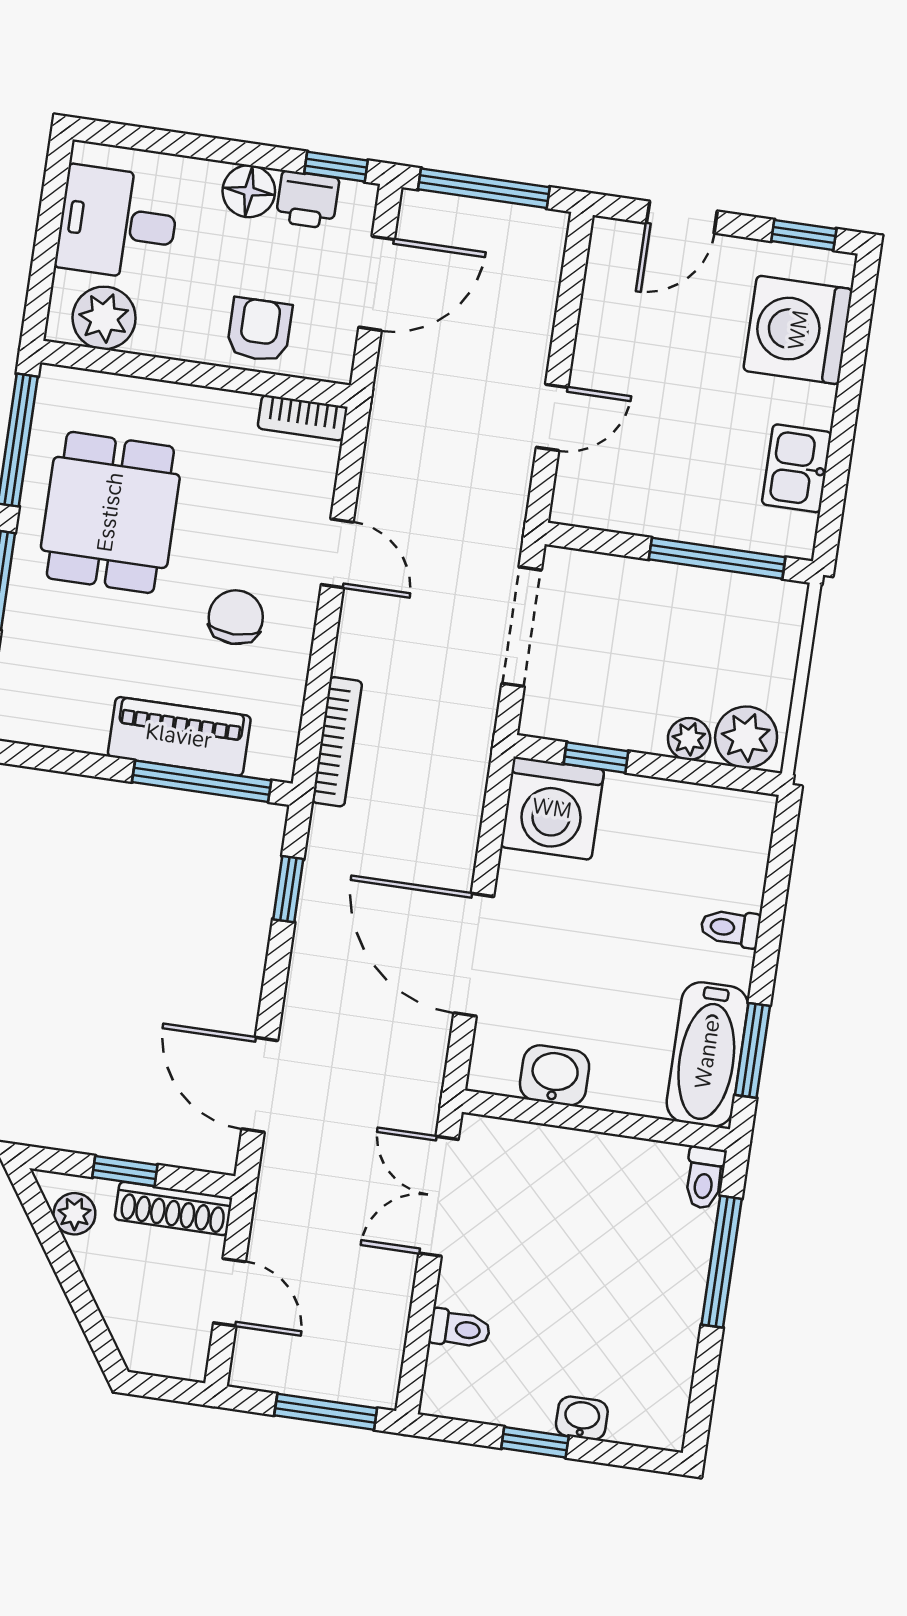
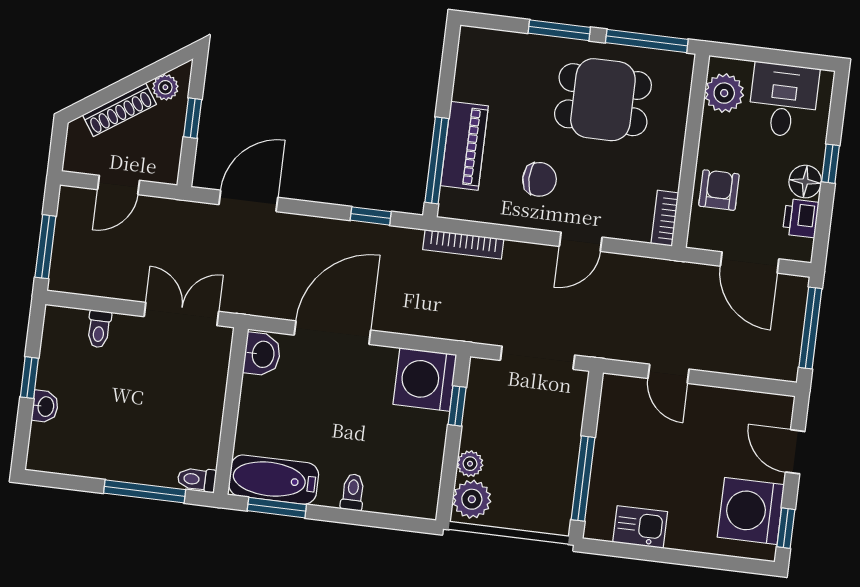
window: (336, 167) -> (831, 164), moved
armchair: (259, 330) -> (719, 190), turned -90
washing machine: (798, 330) -> (751, 511), moved, turned -90
washbasin: (555, 1075) -> (262, 354), moved
shoe rack: (173, 1209) -> (119, 110), moved, turned -124

